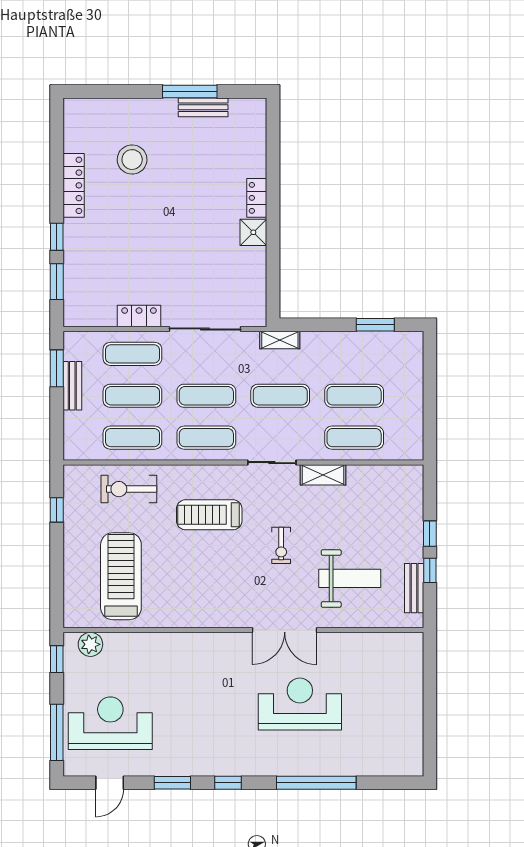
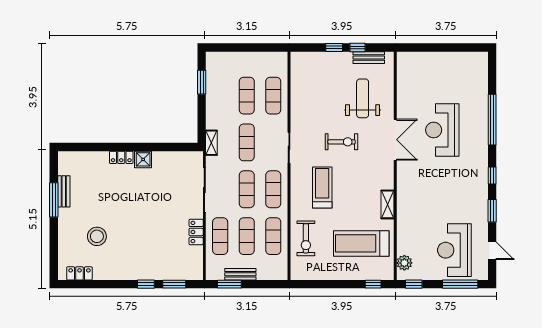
locker: (74, 185) -> (79, 273), moved, width x0.66
shelving: (323, 475) -> (387, 204), moved
window: (57, 510) -> (373, 284), moved
treadmill: (209, 515) -> (322, 187), turned 180
exercise bike: (281, 545) -> (342, 142), width x1.38, depth x1.39

